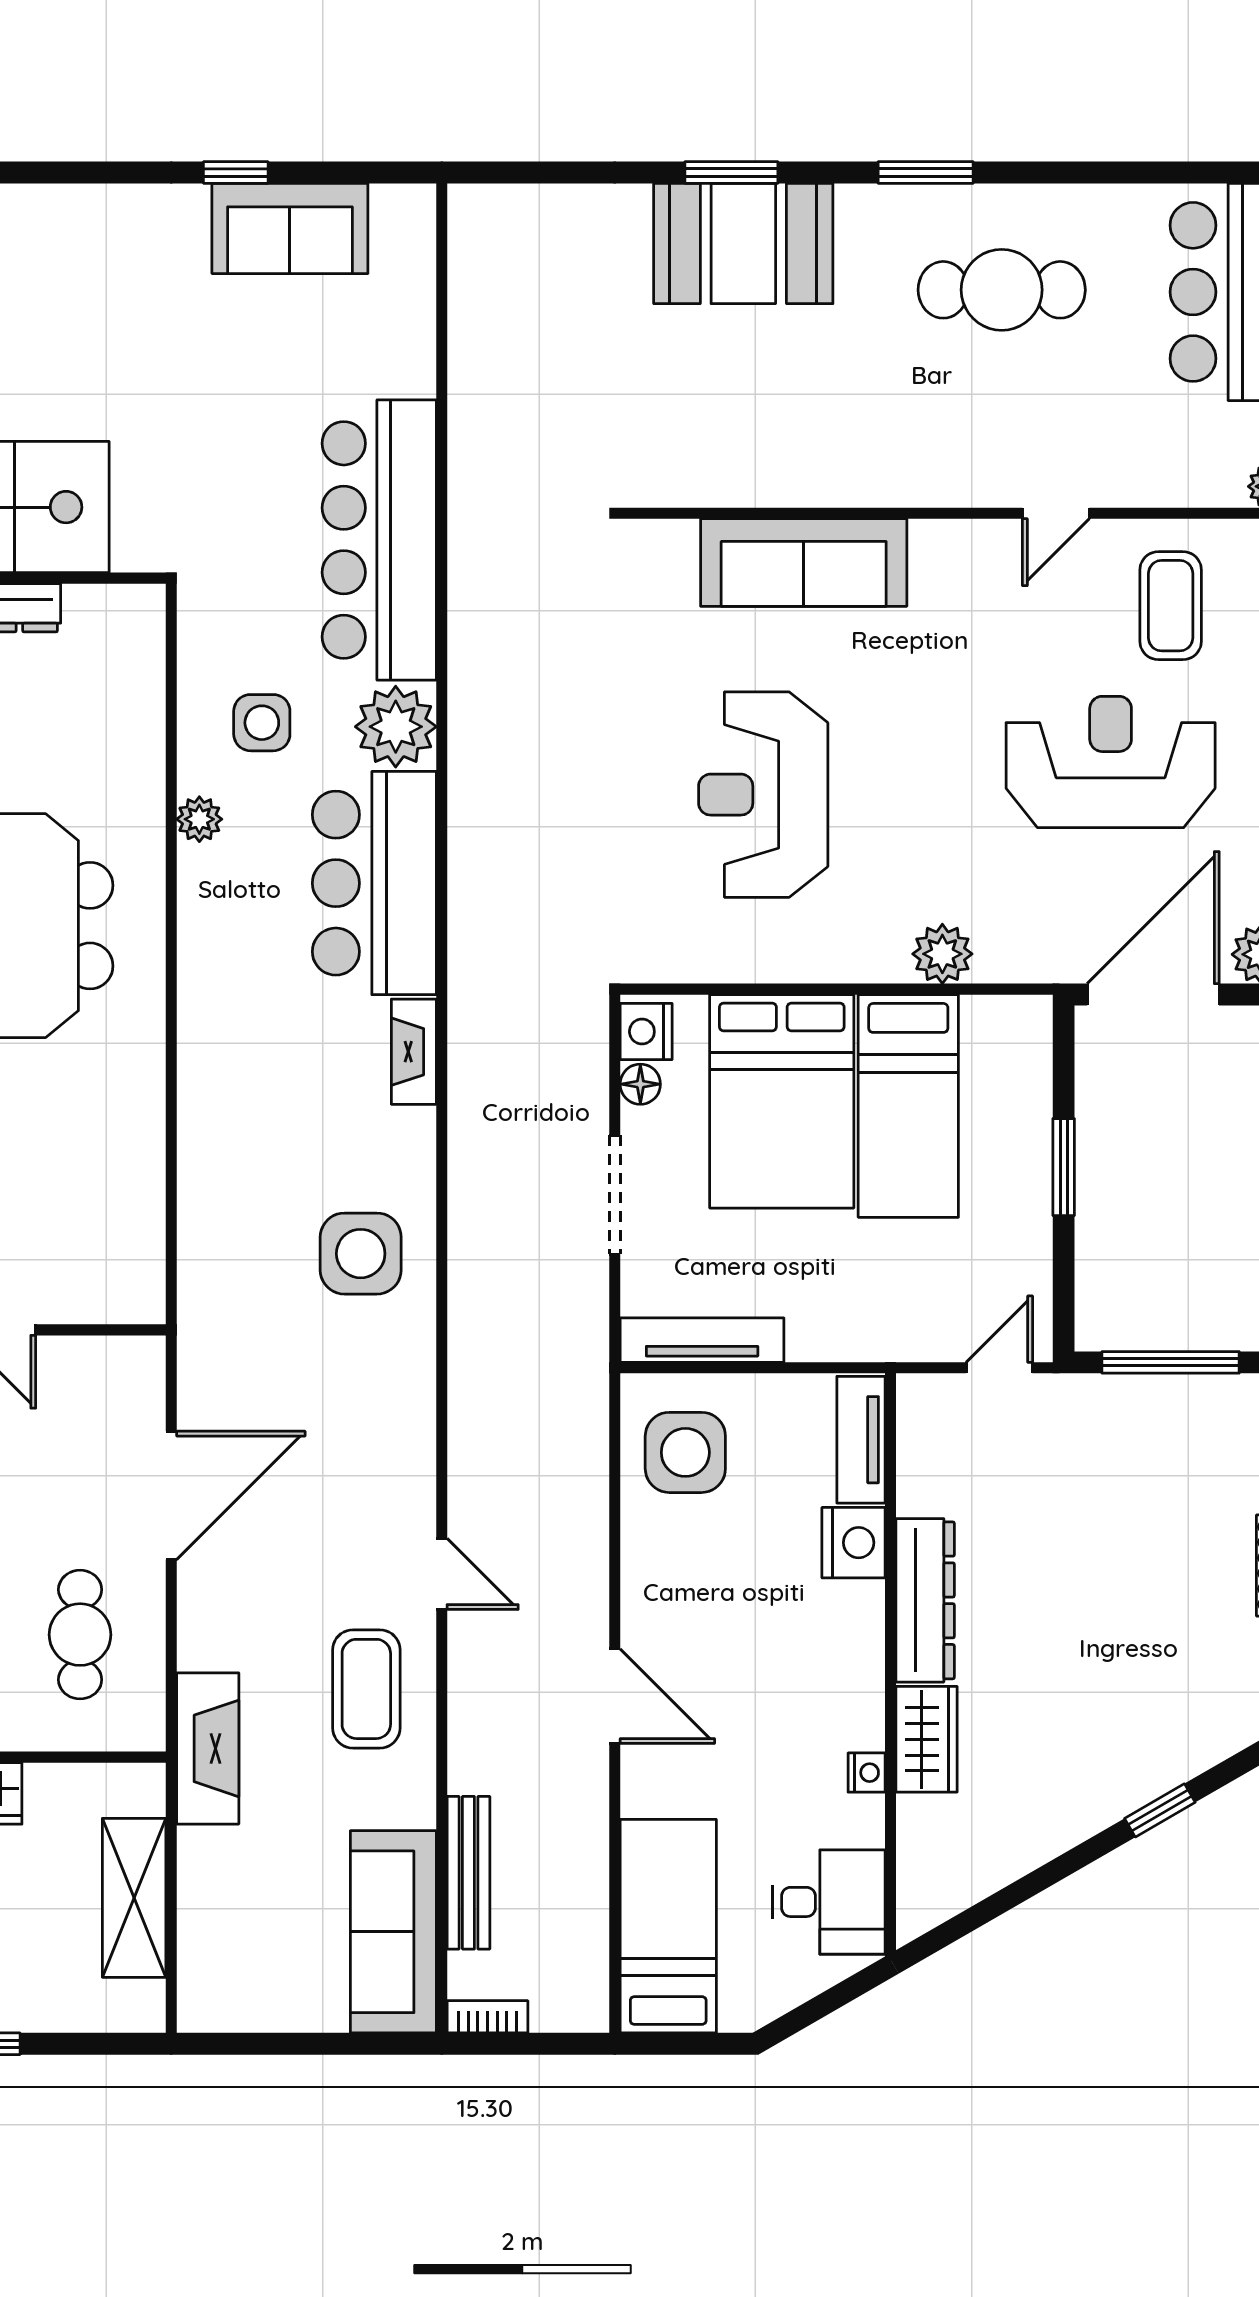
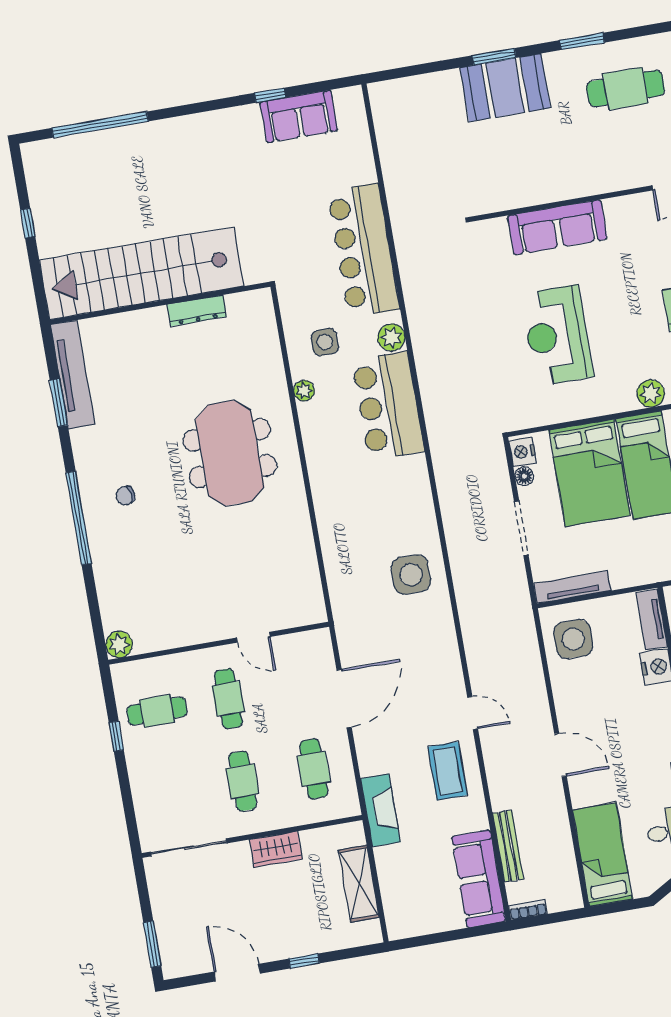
plant: (396, 727) -> (391, 337), width x0.73, depth x0.73
fireplace: (414, 1052) -> (419, 479), removed

